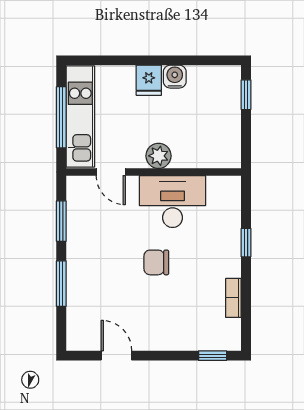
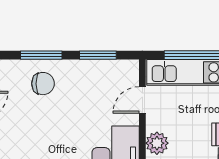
chair: (156, 262) -> (43, 84), moved, turned 90

